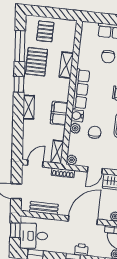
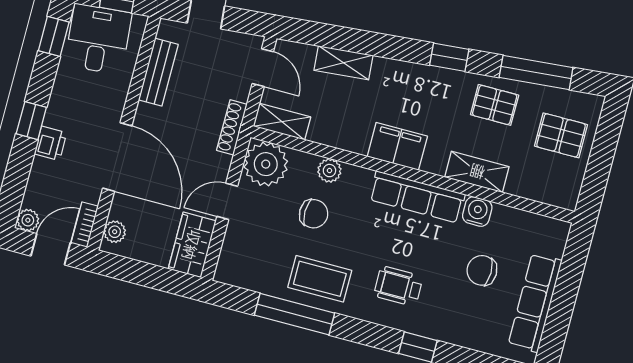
pallet: (36, 62) -> (495, 105), width x0.67, depth x0.71
shelving: (29, 107) -> (343, 63), moved
filing cabinet: (59, 113) -> (397, 146), moved
water cooler: (77, 116) -> (477, 212), moved
plant: (72, 160) -> (266, 164), width x1.88, depth x1.88
door: (95, 170) -> (227, 201), hinge flipped

